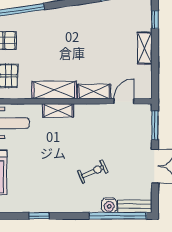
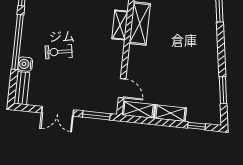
shelving: (94, 92) -> (138, 110), moved, turned 90
exercise bike: (93, 172) -> (59, 52), turned 105
window: (118, 216) -> (17, 42), moved

